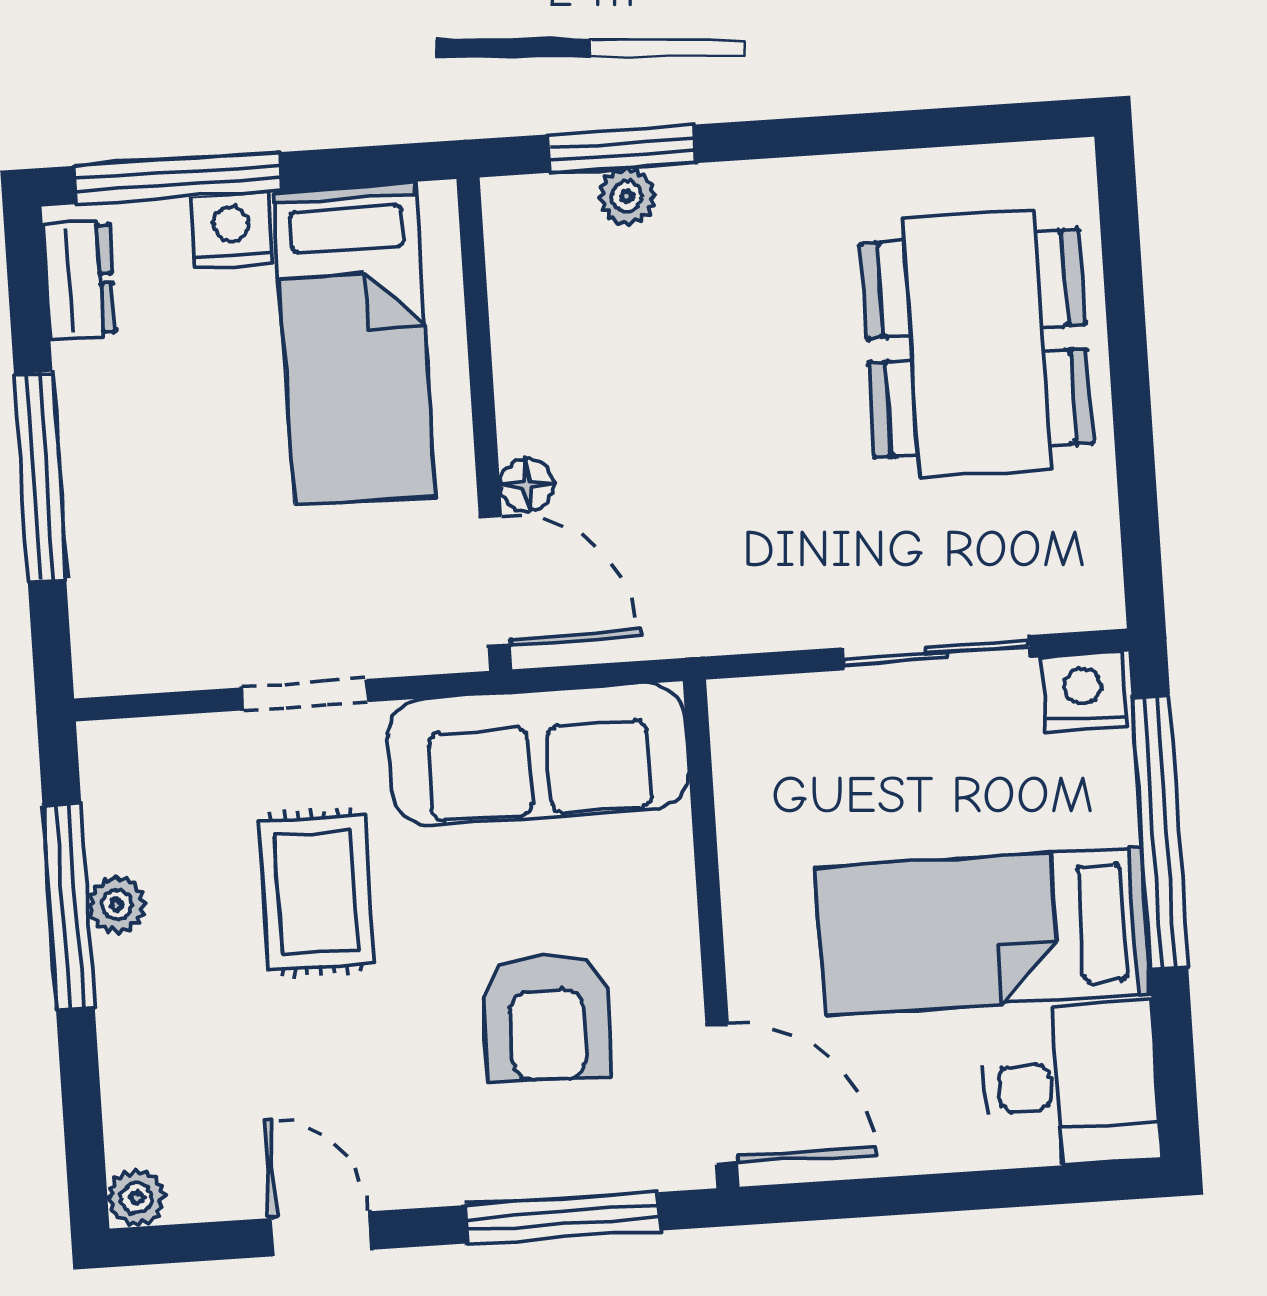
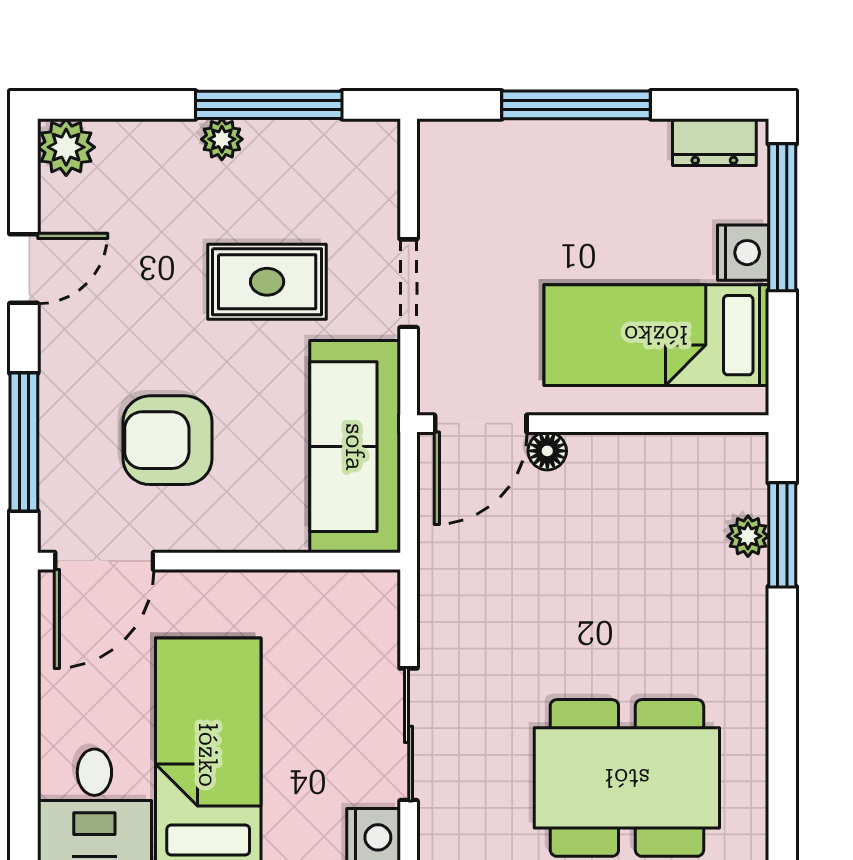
plant: (117, 905) -> (222, 139), moved
plant: (136, 1198) -> (66, 147), width x1.38, depth x1.38

